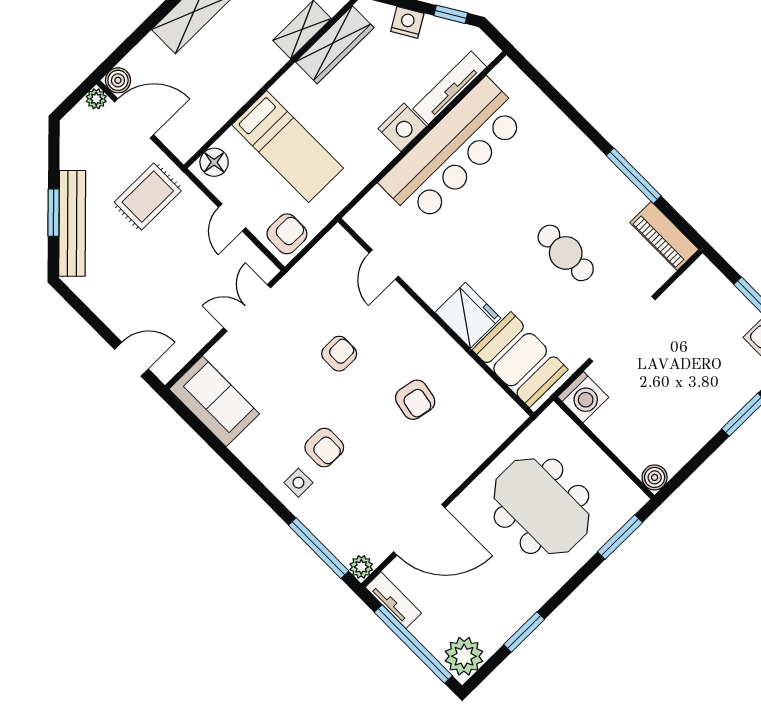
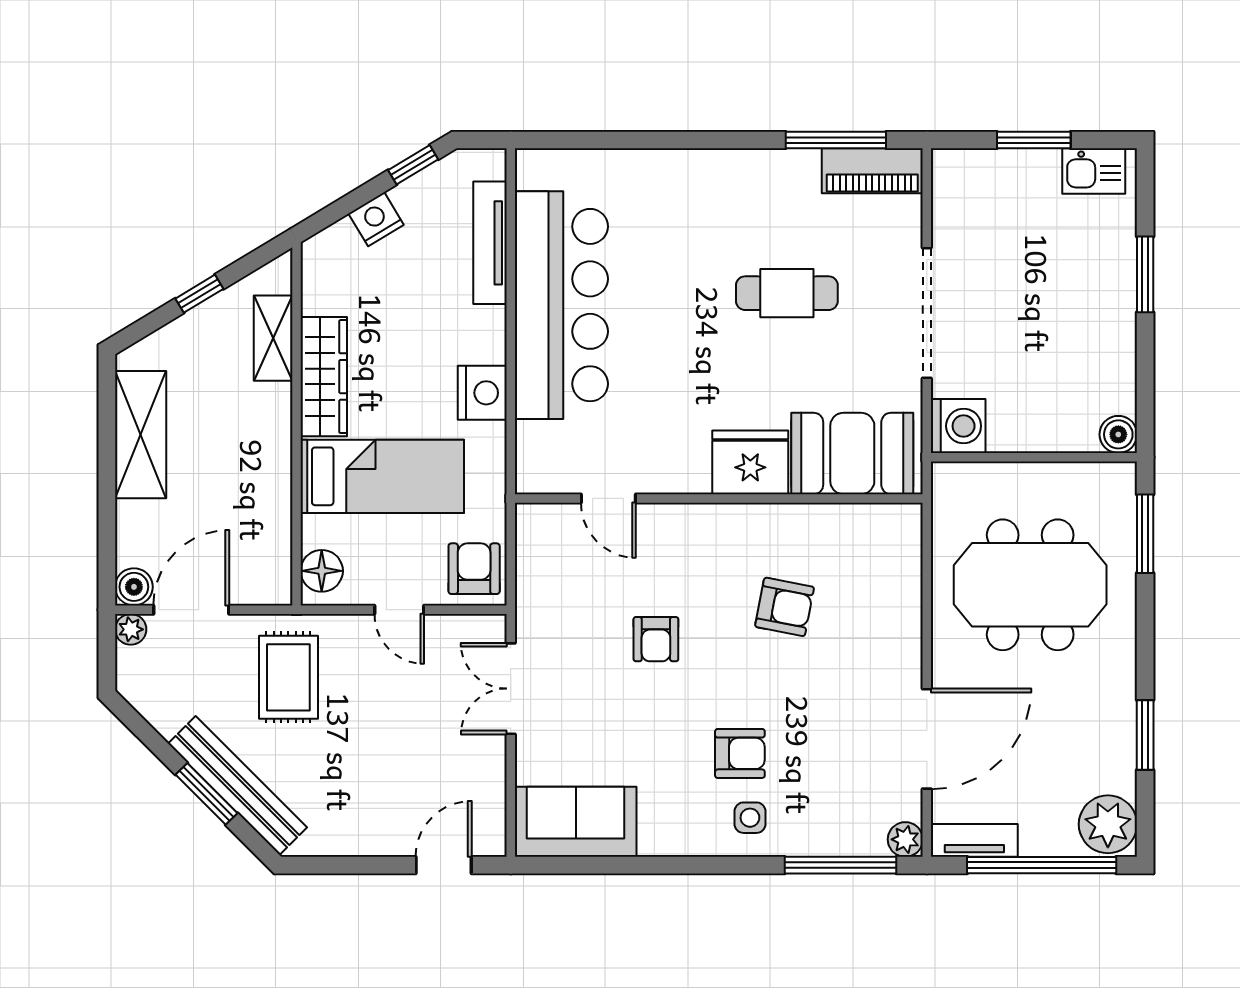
wardrobe: (335, 45) -> (324, 377), moved
nightstand: (402, 127) -> (482, 393), moved
window: (634, 176) -> (836, 140), moved
armchair: (339, 354) -> (656, 639), turned 180

